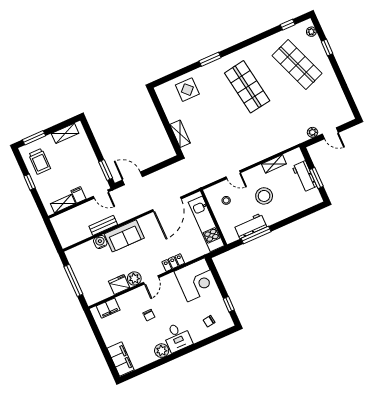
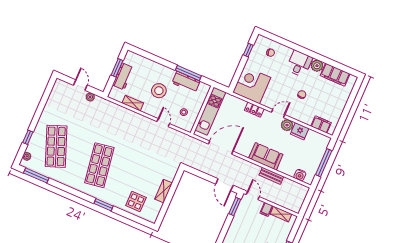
window: (288, 25) -> (36, 175), width x2.17
shelving: (180, 134) -> (164, 191), moved
water cooler: (100, 242) -> (300, 175), moved
filing cabinet: (121, 359) -> (335, 75), moved, turned -90

